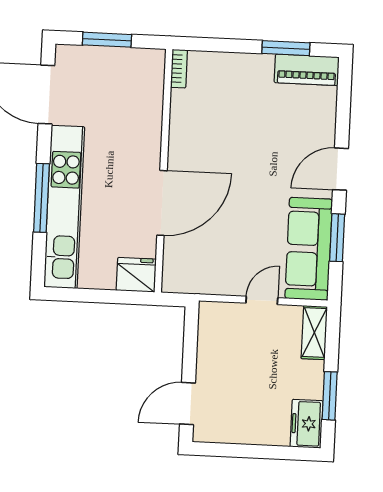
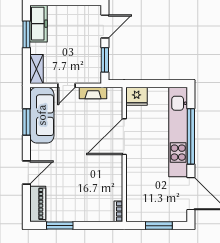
piano: (307, 70) -> (38, 204), moved, turned 90
door: (340, 169) -> (26, 173), moved
window: (41, 198) -> (191, 136), width x1.46
fireplace: (214, 285) -> (93, 93), added
window: (190, 343) -> (105, 60), added
freezer: (307, 424) -> (38, 24), width x1.40

